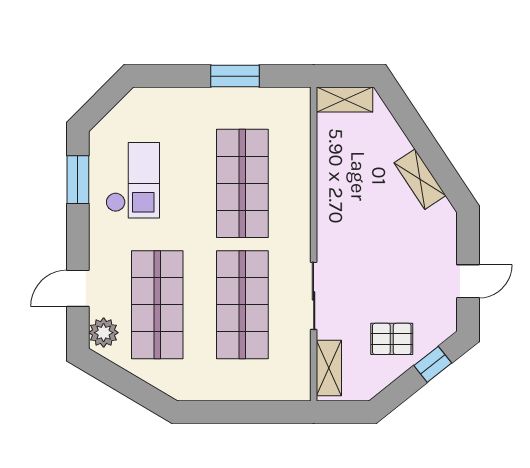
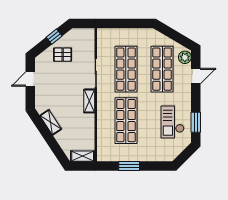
window: (433, 364) -> (54, 37), moved
shelving: (329, 368) -> (89, 101), moved

